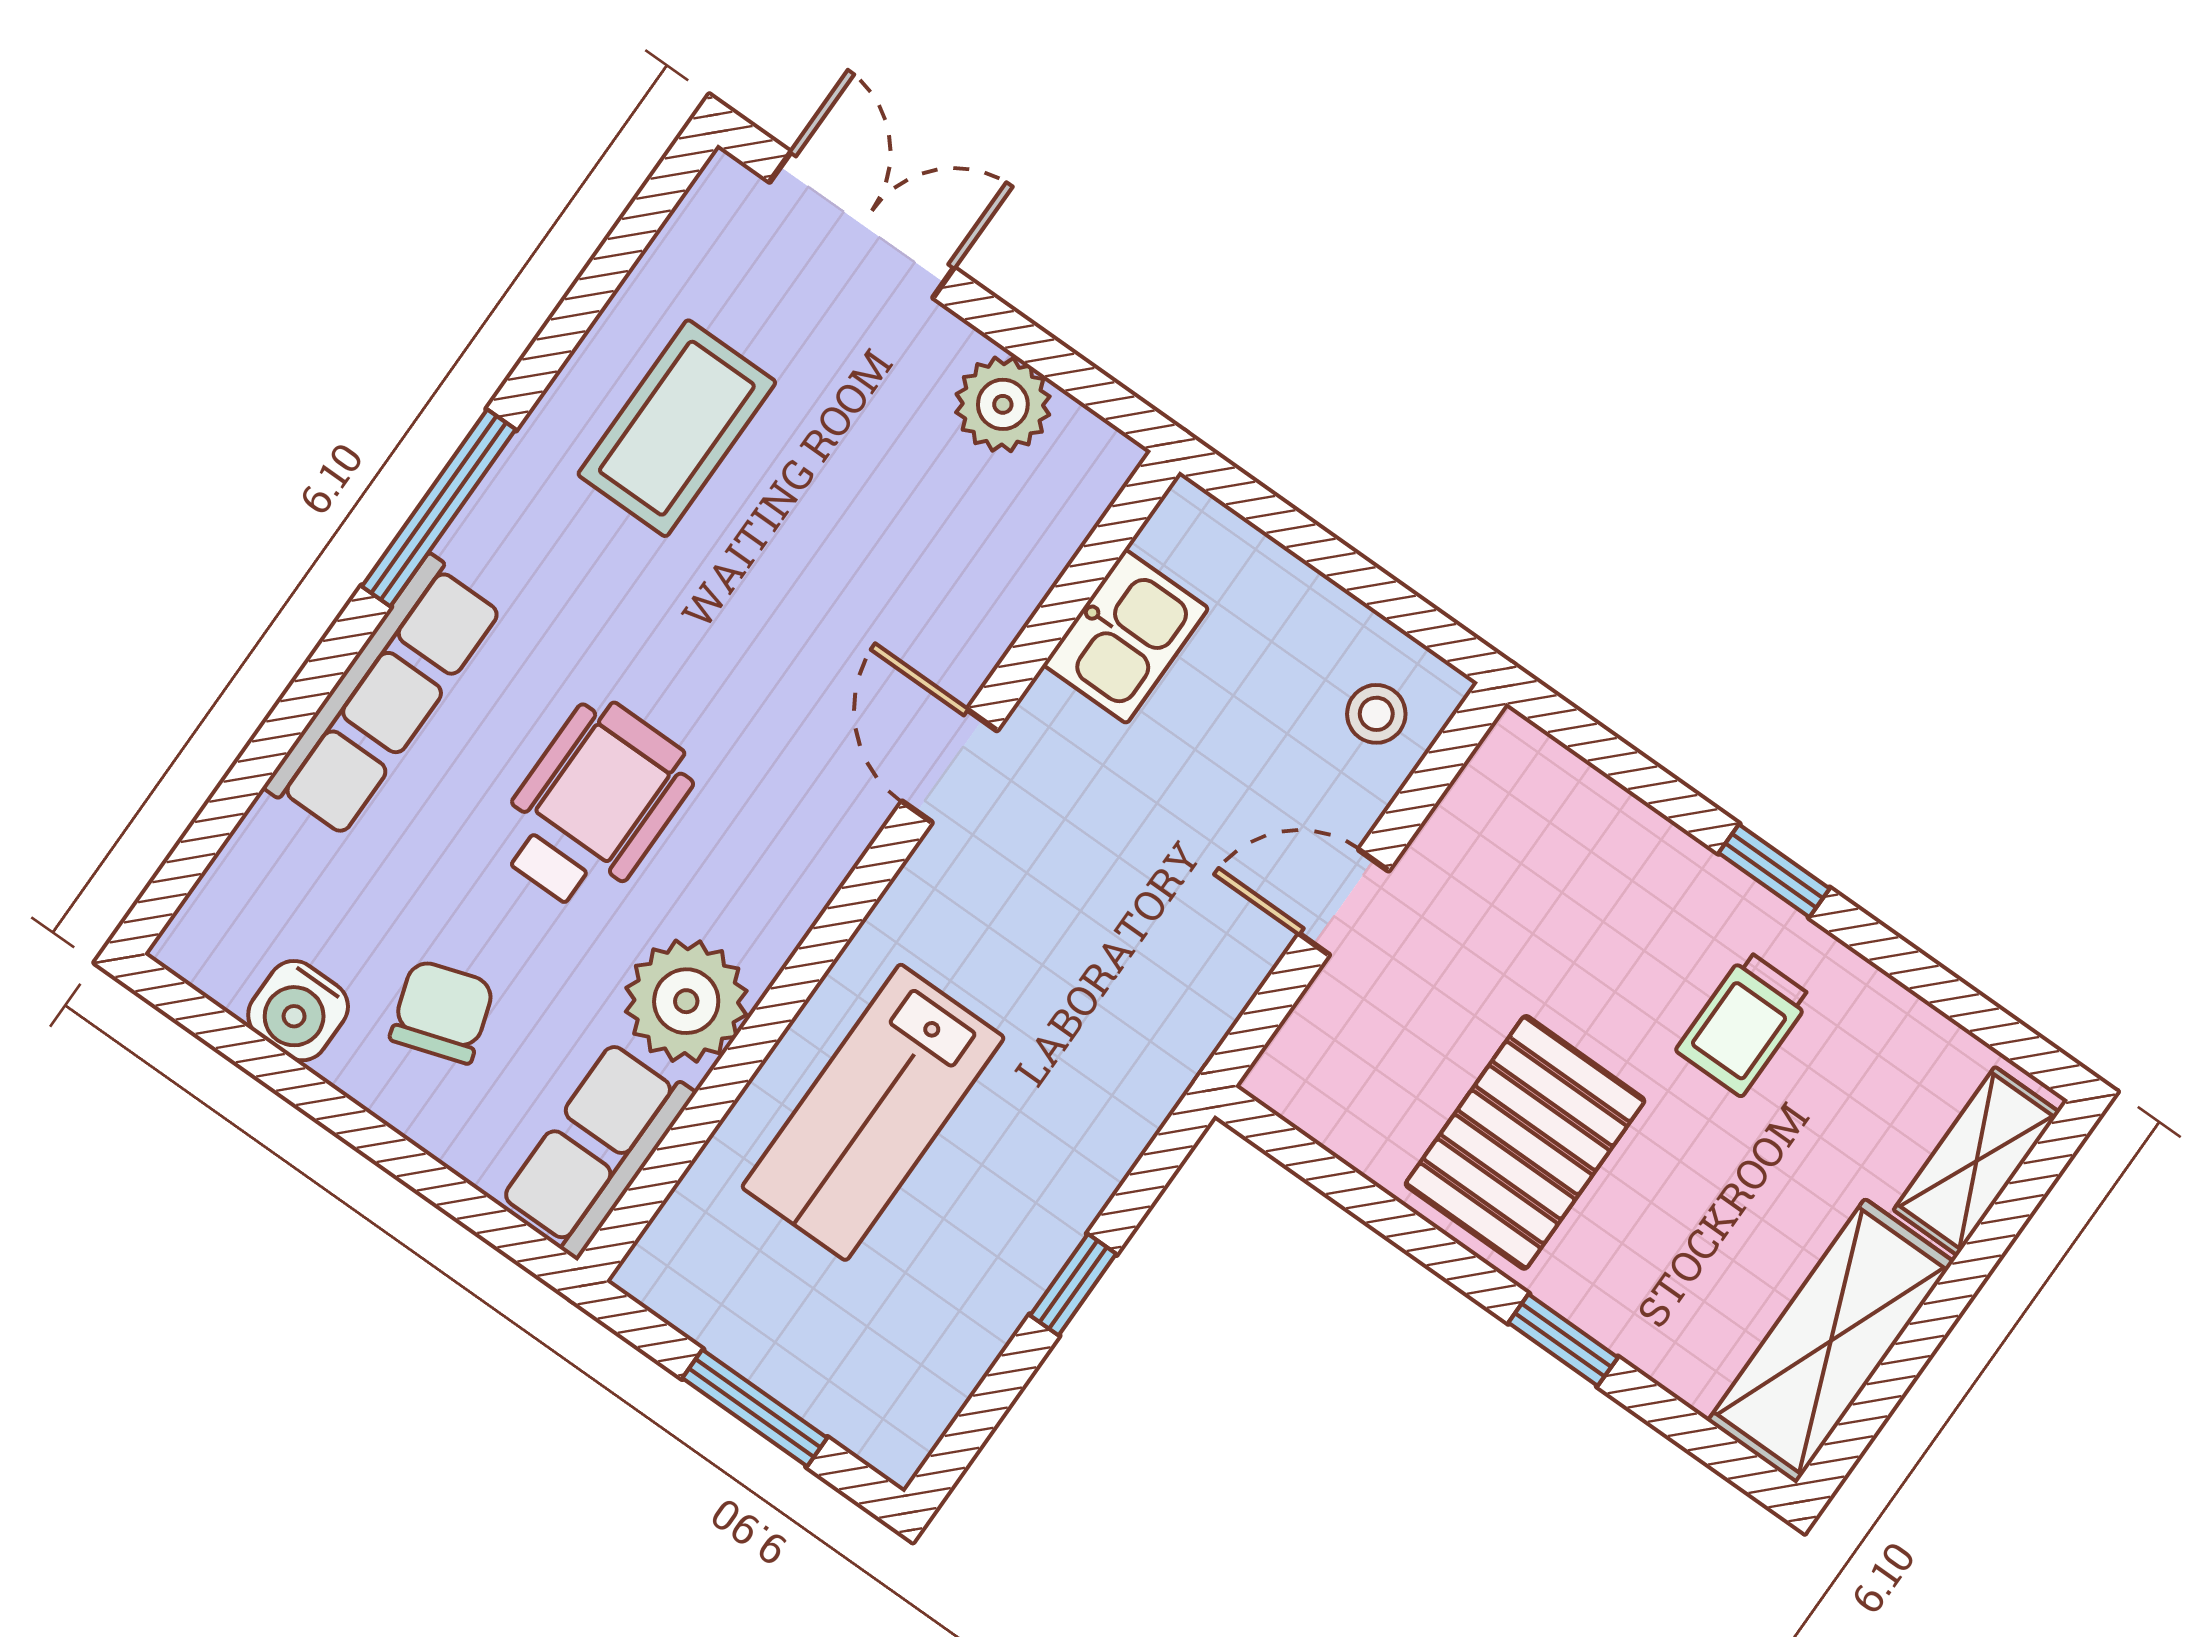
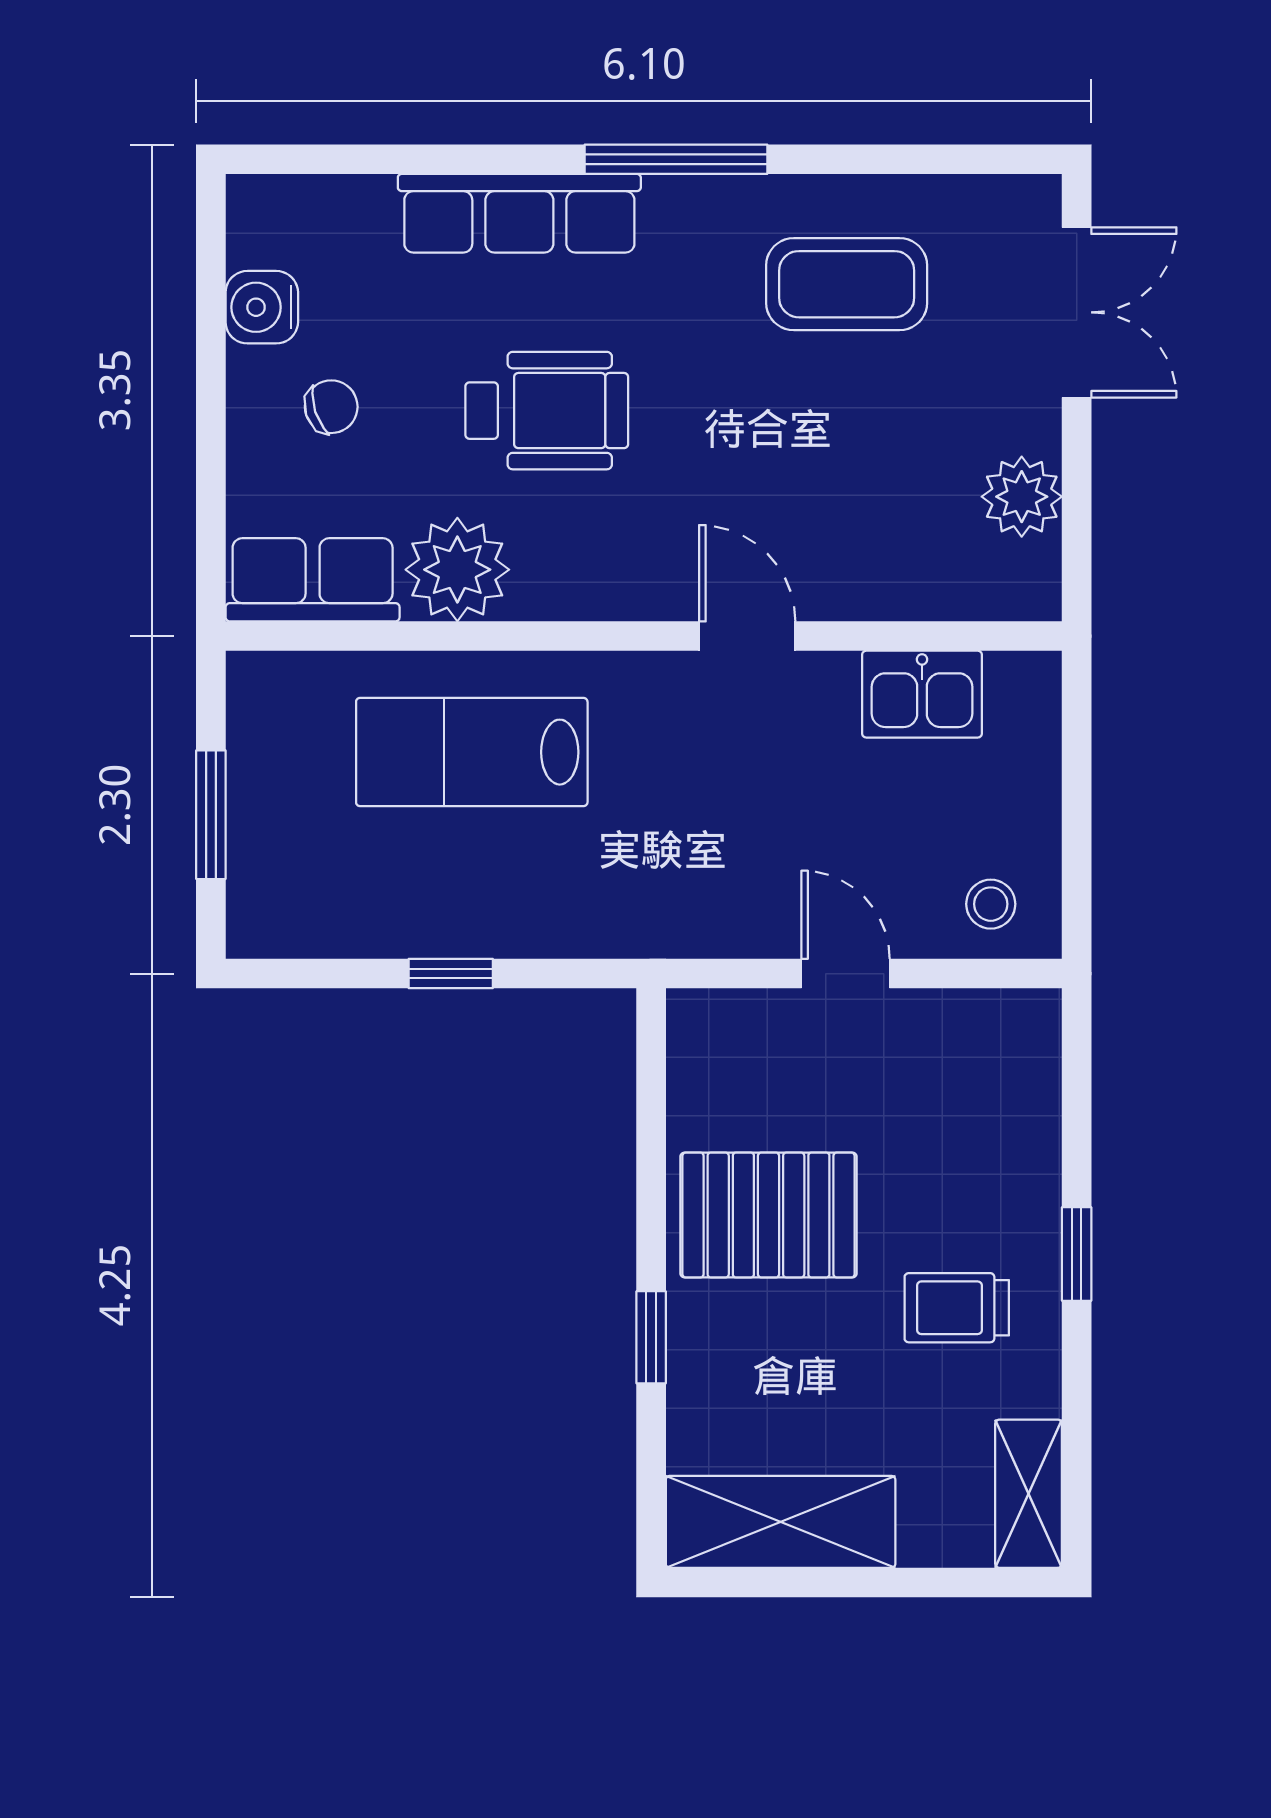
door: (950, 766) -> (747, 636), hinge flipped
chair: (442, 1012) -> (331, 407), width x0.73, depth x0.73
shelving: (1976, 1161) -> (1029, 1494), moved, turned 90

